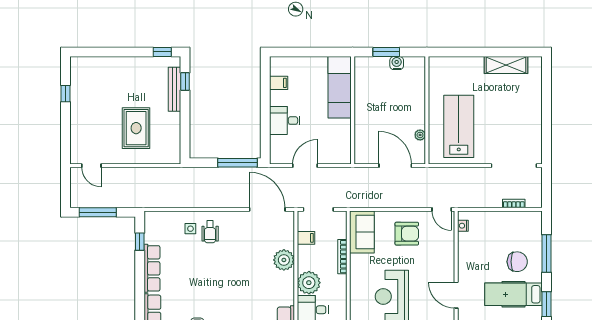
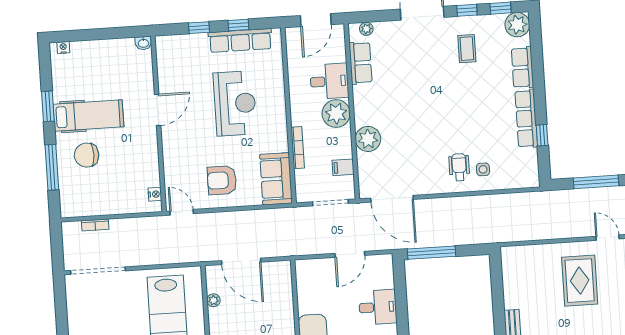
rug: (136, 128) -> (580, 281), moved
window: (140, 242) -> (542, 135), moved
door: (456, 295) -> (158, 110), hinge flipped

